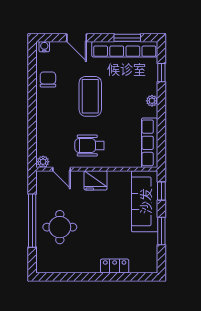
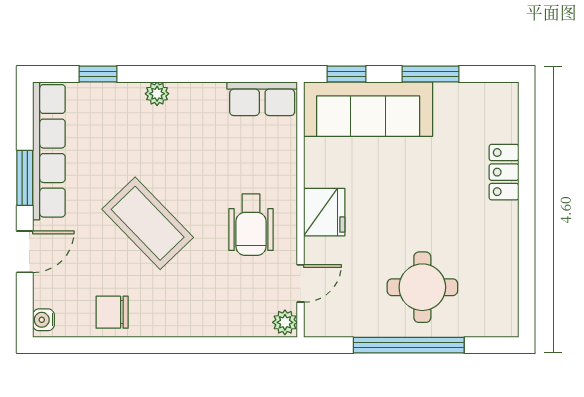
window: (127, 38) -> (25, 178), moved
coffee table: (90, 96) -> (148, 223), turned 46
row of seats: (150, 143) -> (262, 99), width x0.68

